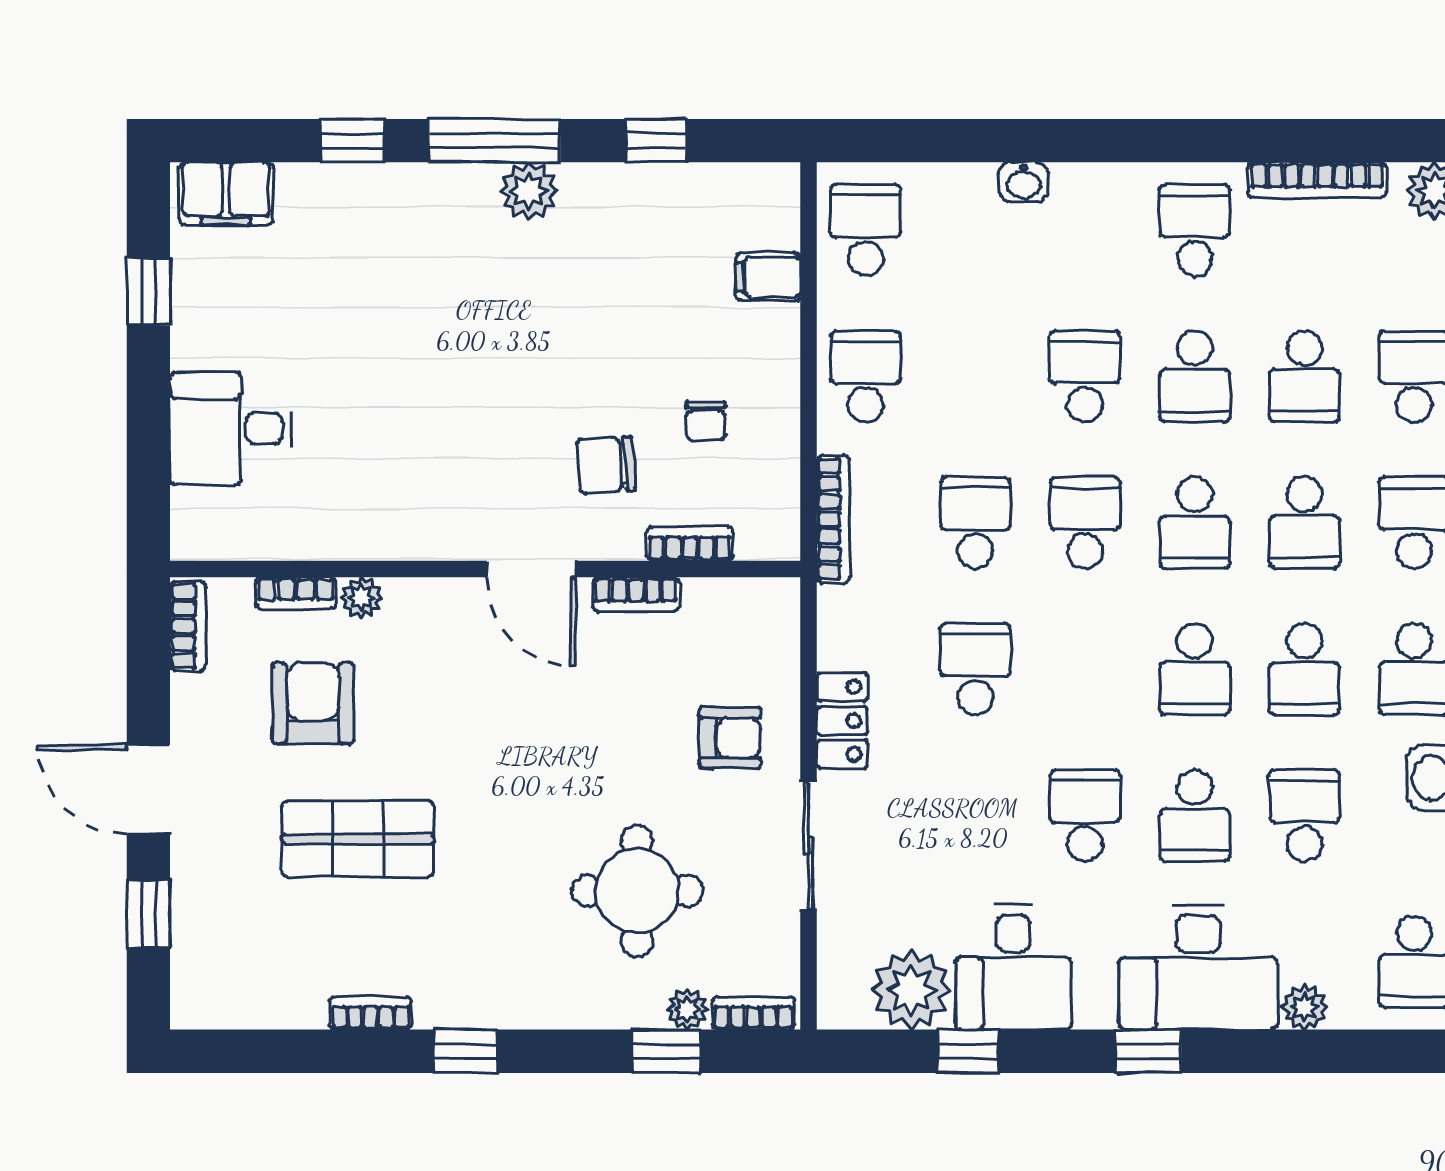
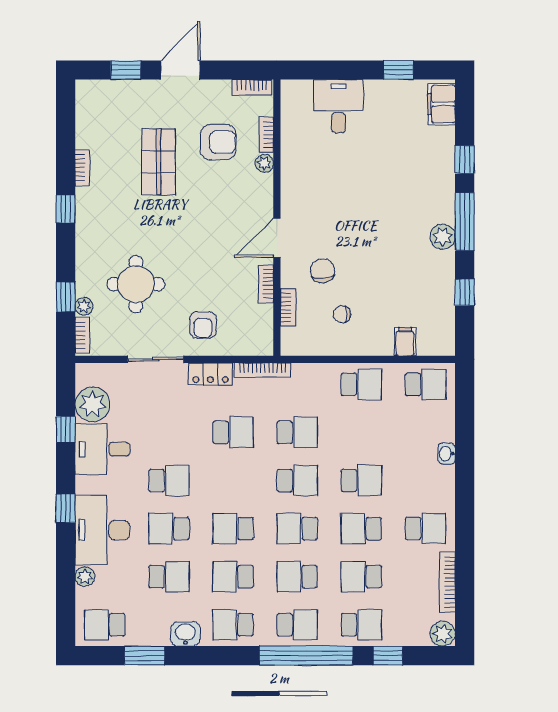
bookcase: (833, 519) -> (263, 370), moved

